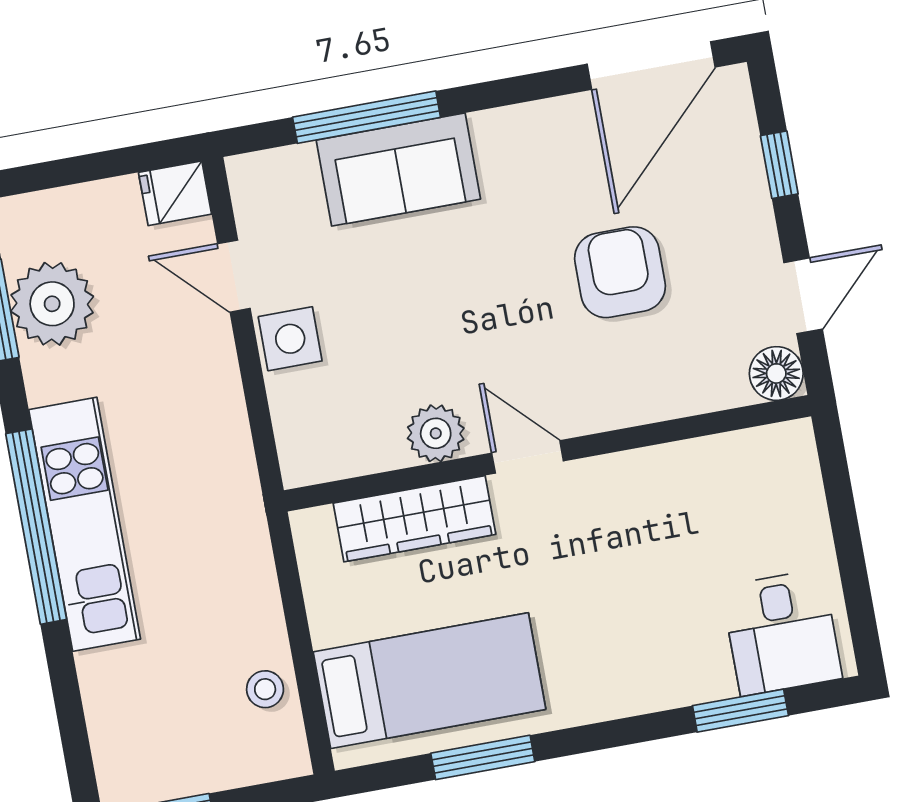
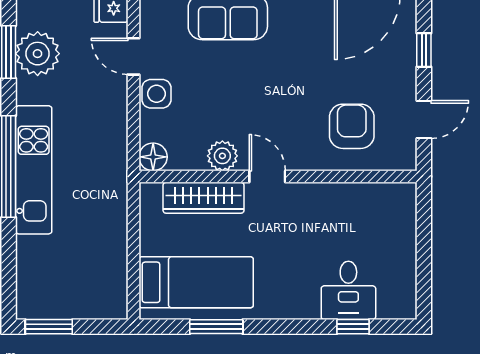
armchair: (620, 272) -> (352, 126), moved
floor lamp: (776, 373) -> (153, 157), moved
desk: (782, 632) -> (348, 290), moved
stool: (265, 689) -> (111, 271), removed
window: (740, 711) -> (353, 327), width x0.67

